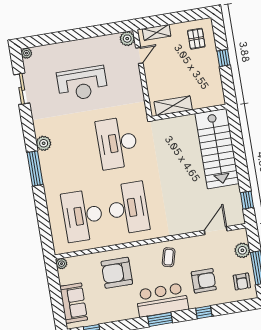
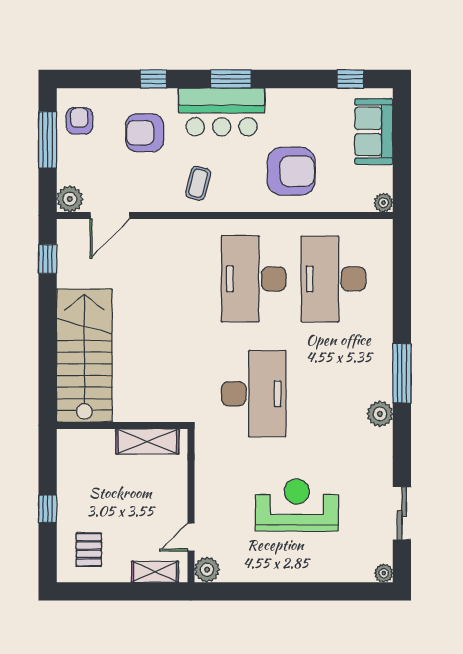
desk: (83, 216) -> (333, 279), turned 180
plant: (242, 250) -> (70, 199), moved

